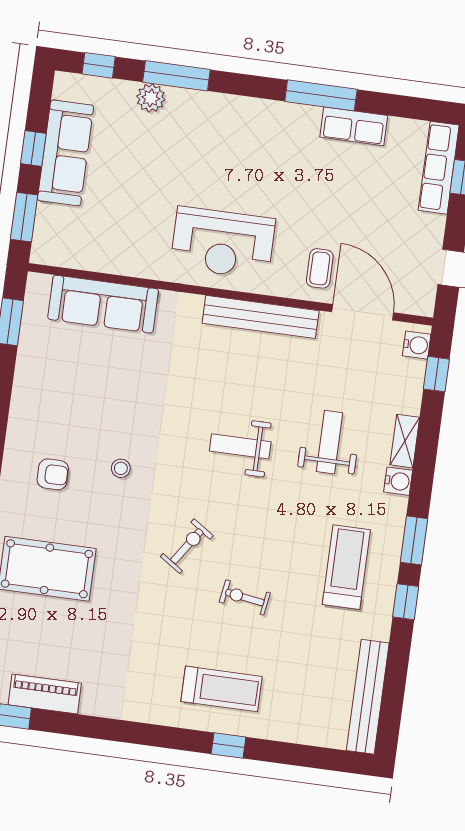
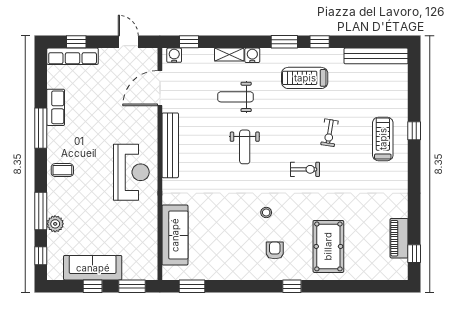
coffee table: (320, 268) -> (62, 170), moved
exercise bike: (187, 546) -> (305, 169), turned 146

